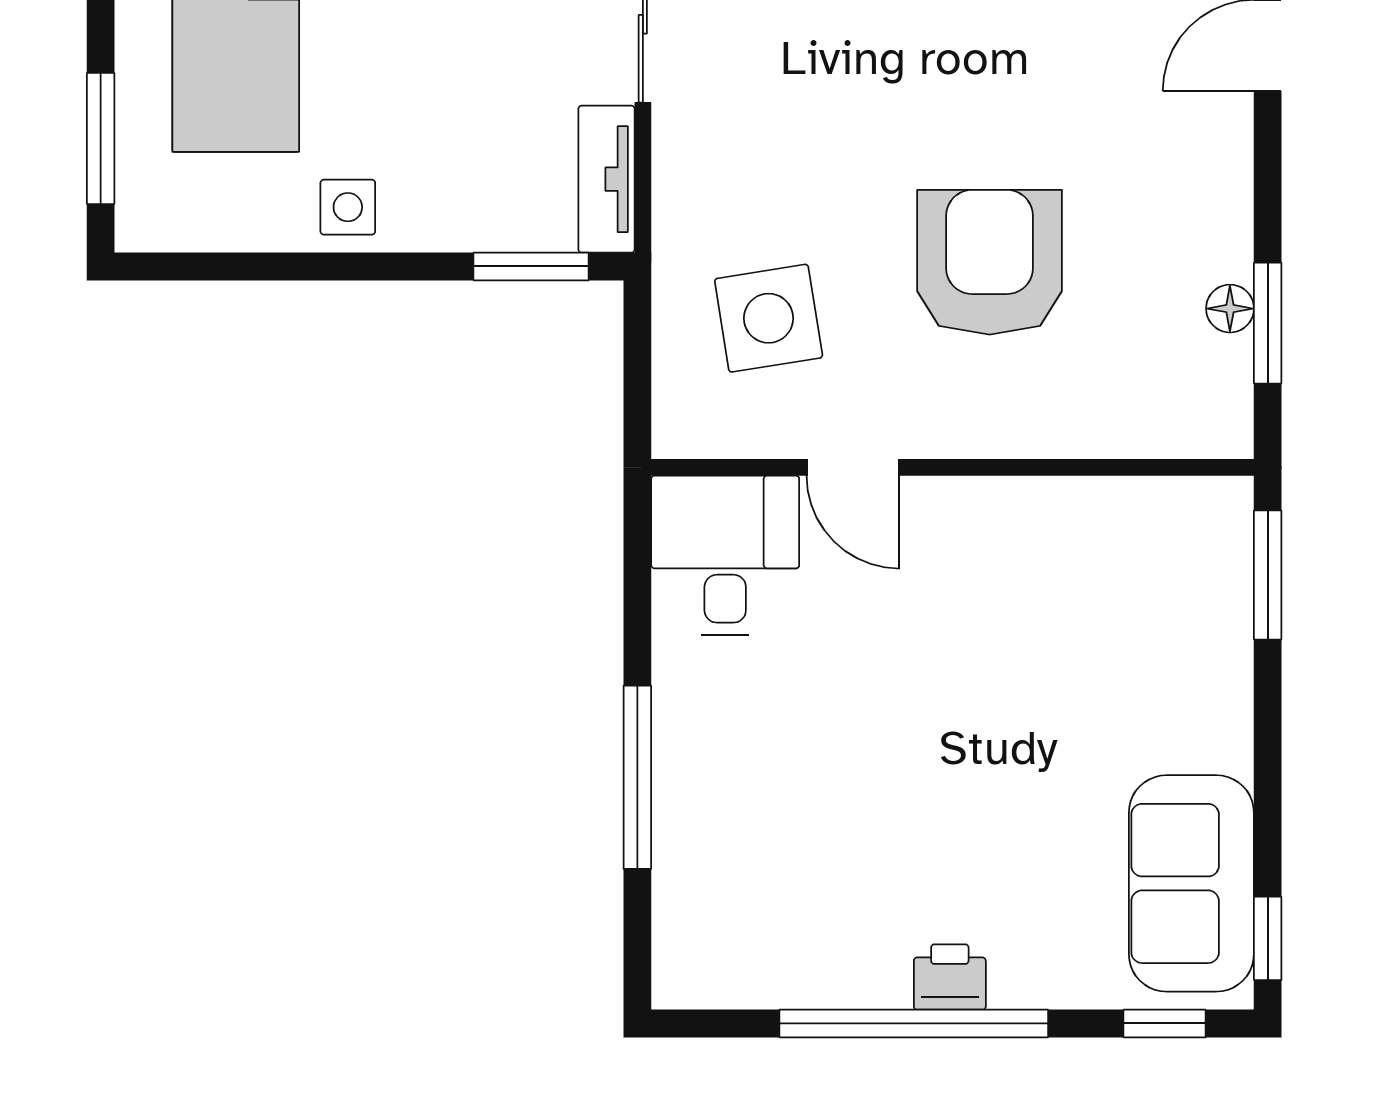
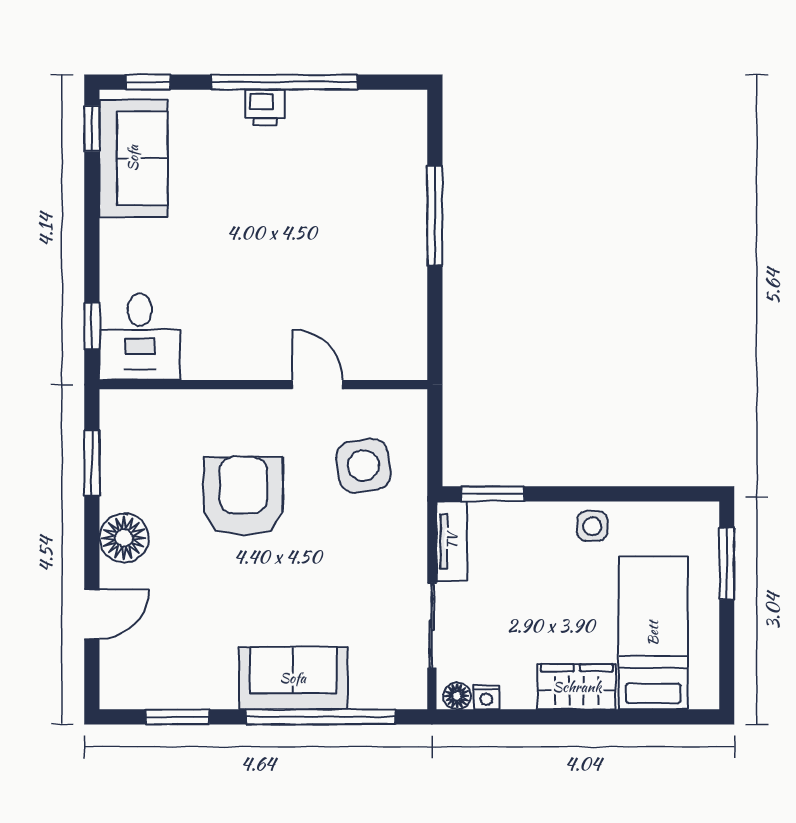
armchair: (990, 262) -> (243, 496), turned 180
floor lamp: (1230, 309) -> (124, 538), moved, width x1.89, depth x1.89
desk: (725, 556) -> (140, 337), moved
window: (1268, 575) -> (92, 326), width x0.67

